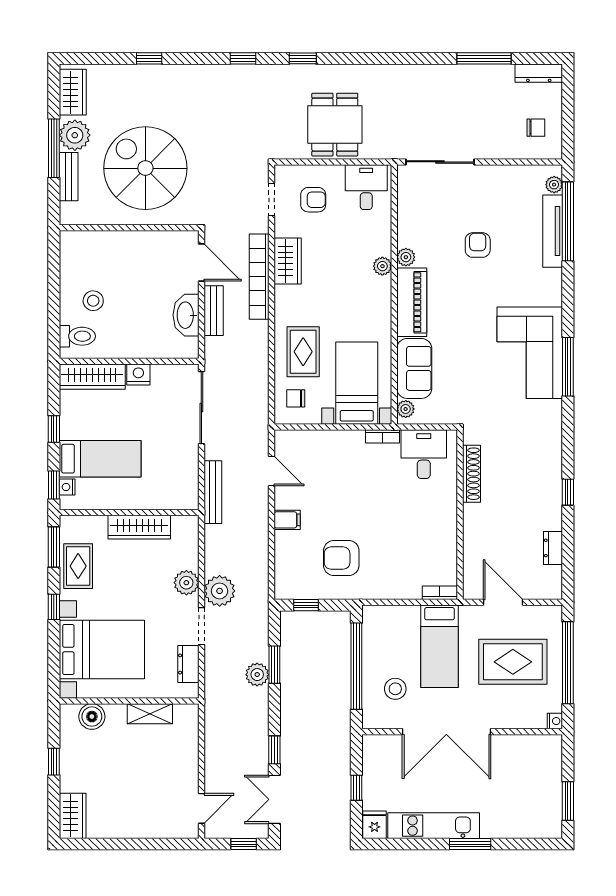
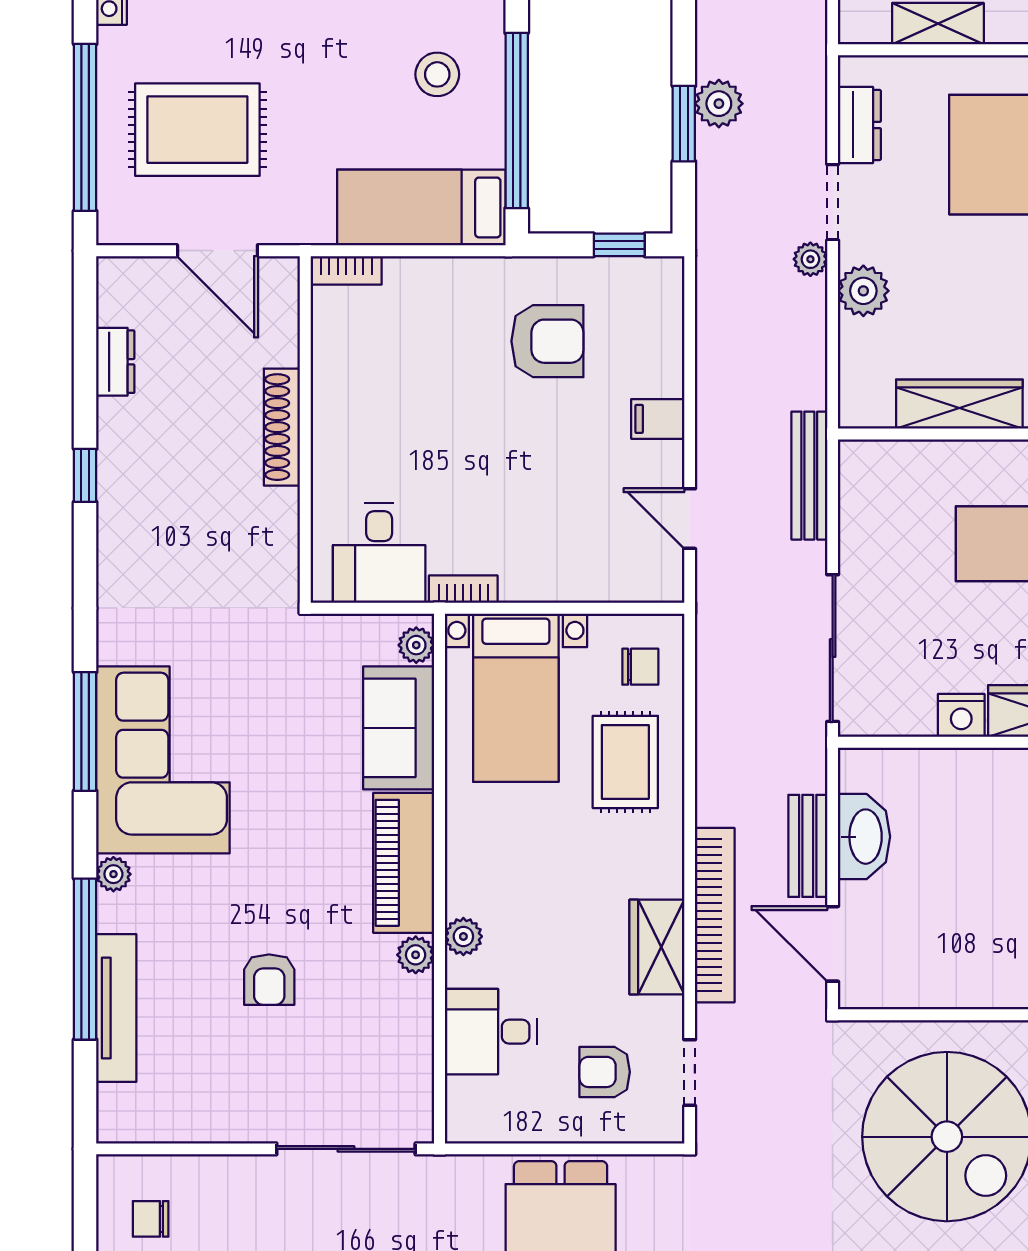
plant: (554, 185) -> (113, 874), moved
desk: (366, 187) -> (491, 1032), moved, turned 90
window: (568, 221) -> (85, 959), moved
shoe rack: (471, 474) -> (282, 427), moved
plant: (220, 591) -> (810, 259), width x0.53, depth x0.53
bed: (439, 646) -> (421, 207), moved, turned -90

